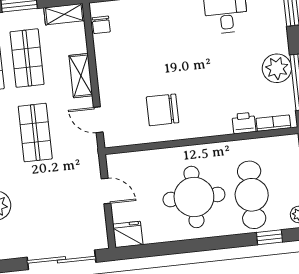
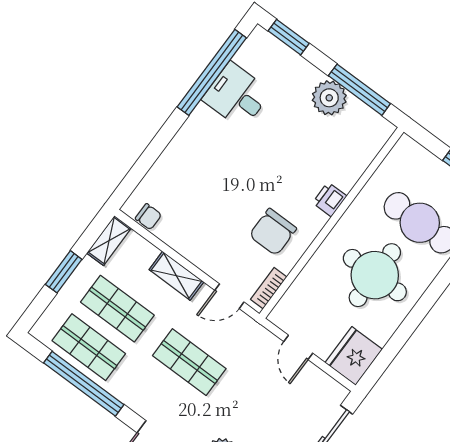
printer: (244, 123) -> (330, 199), moved
bookcase: (273, 123) -> (269, 288), moved
door: (106, 191) -> (298, 347), swing flipped
fridge: (128, 234) -> (354, 356), width x1.36, depth x1.34

